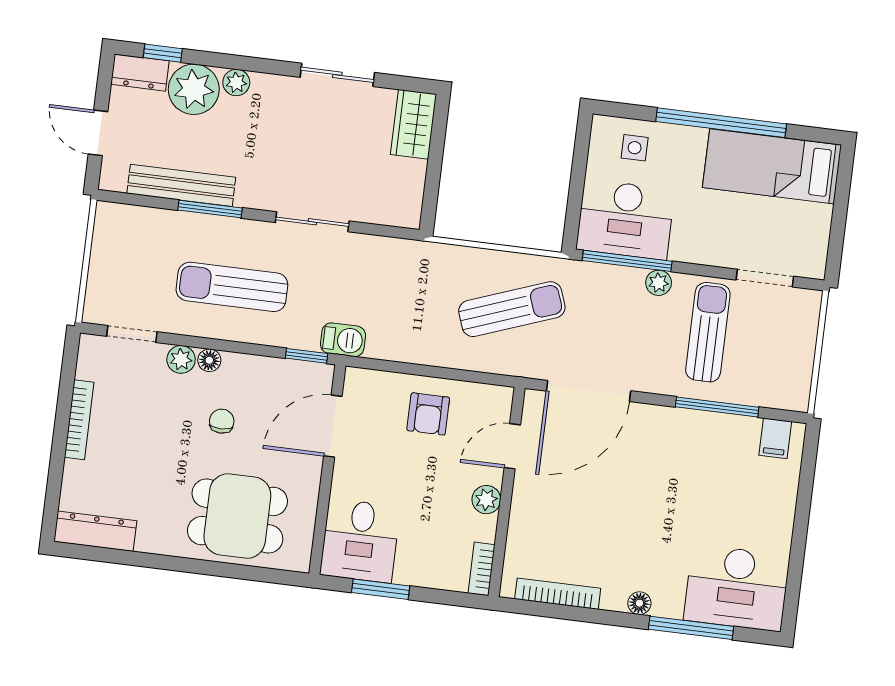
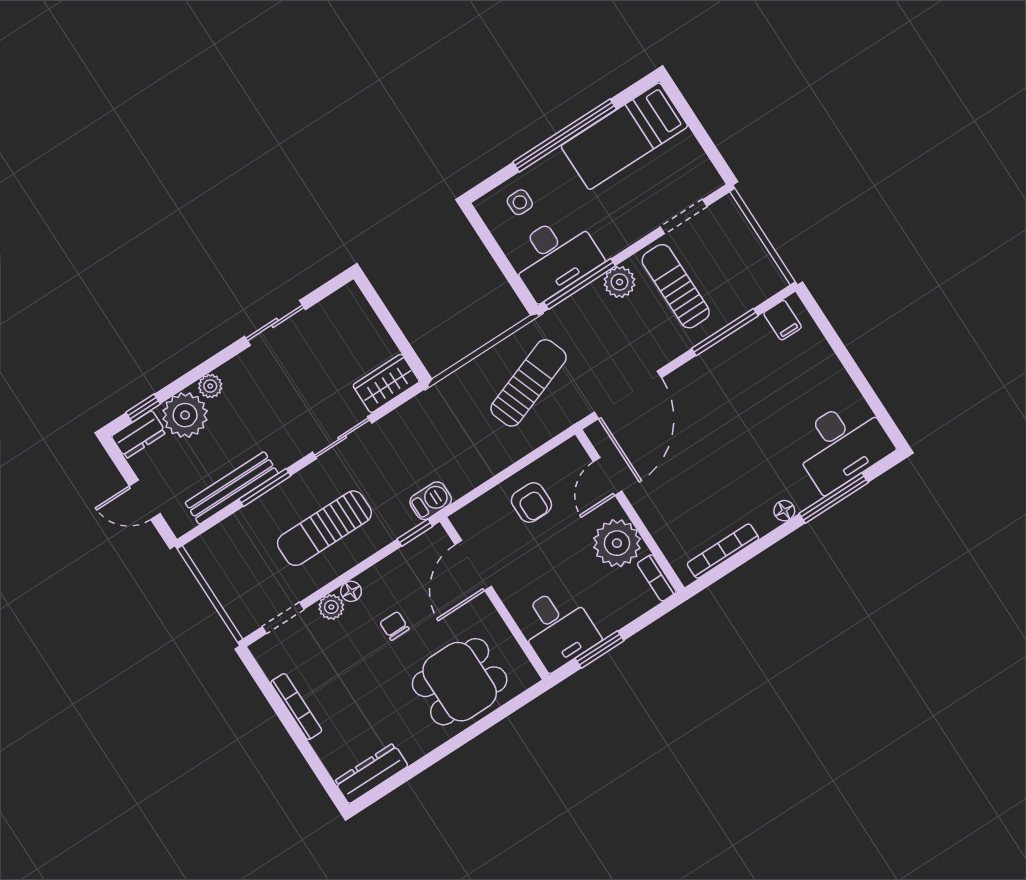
wardrobe: (414, 124) -> (386, 383), moved, turned 90
plant: (659, 283) -> (620, 282), width x1.38, depth x1.38
plant: (486, 500) -> (617, 543), width x1.88, depth x1.88

